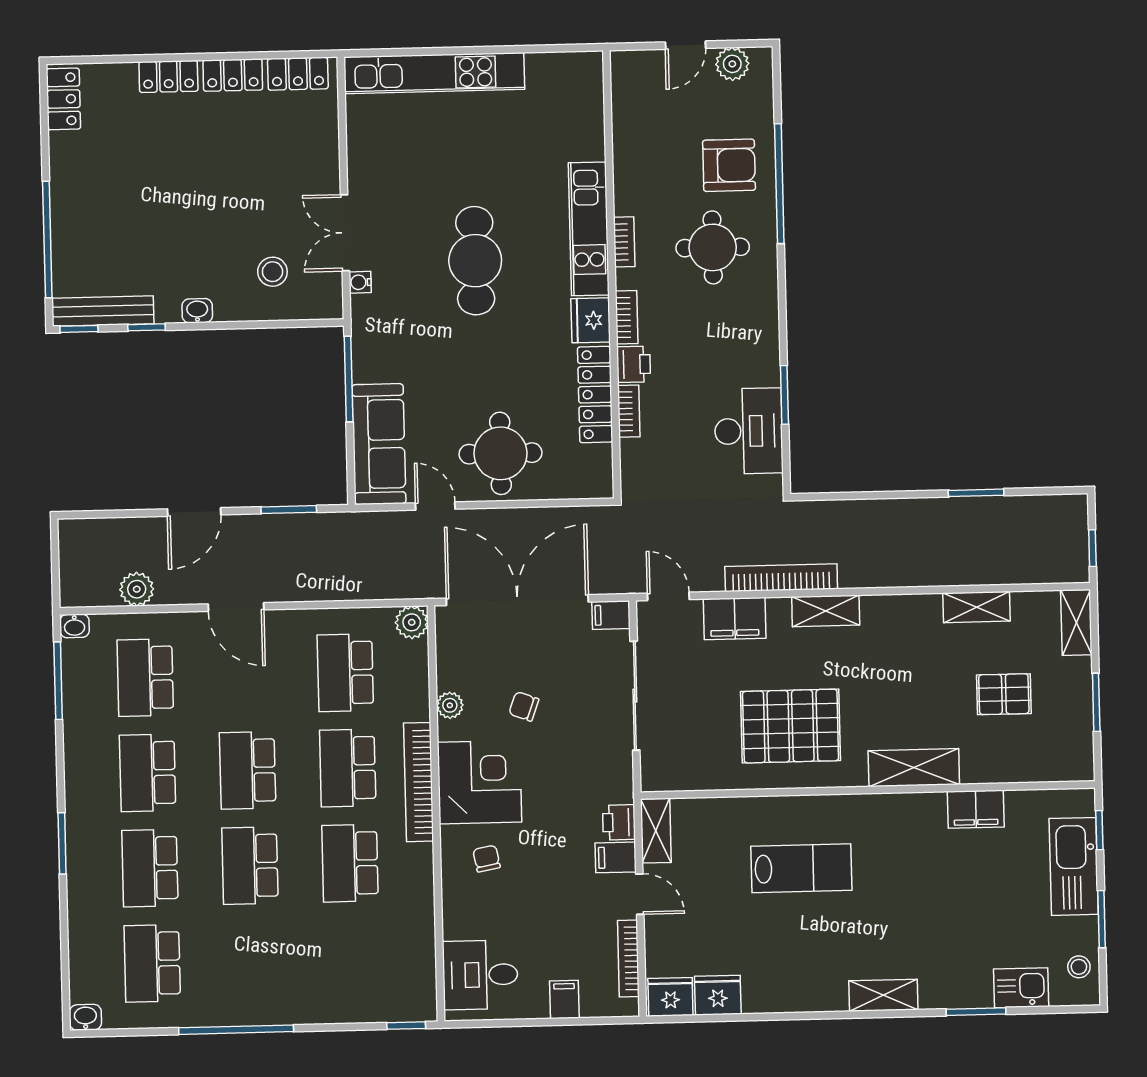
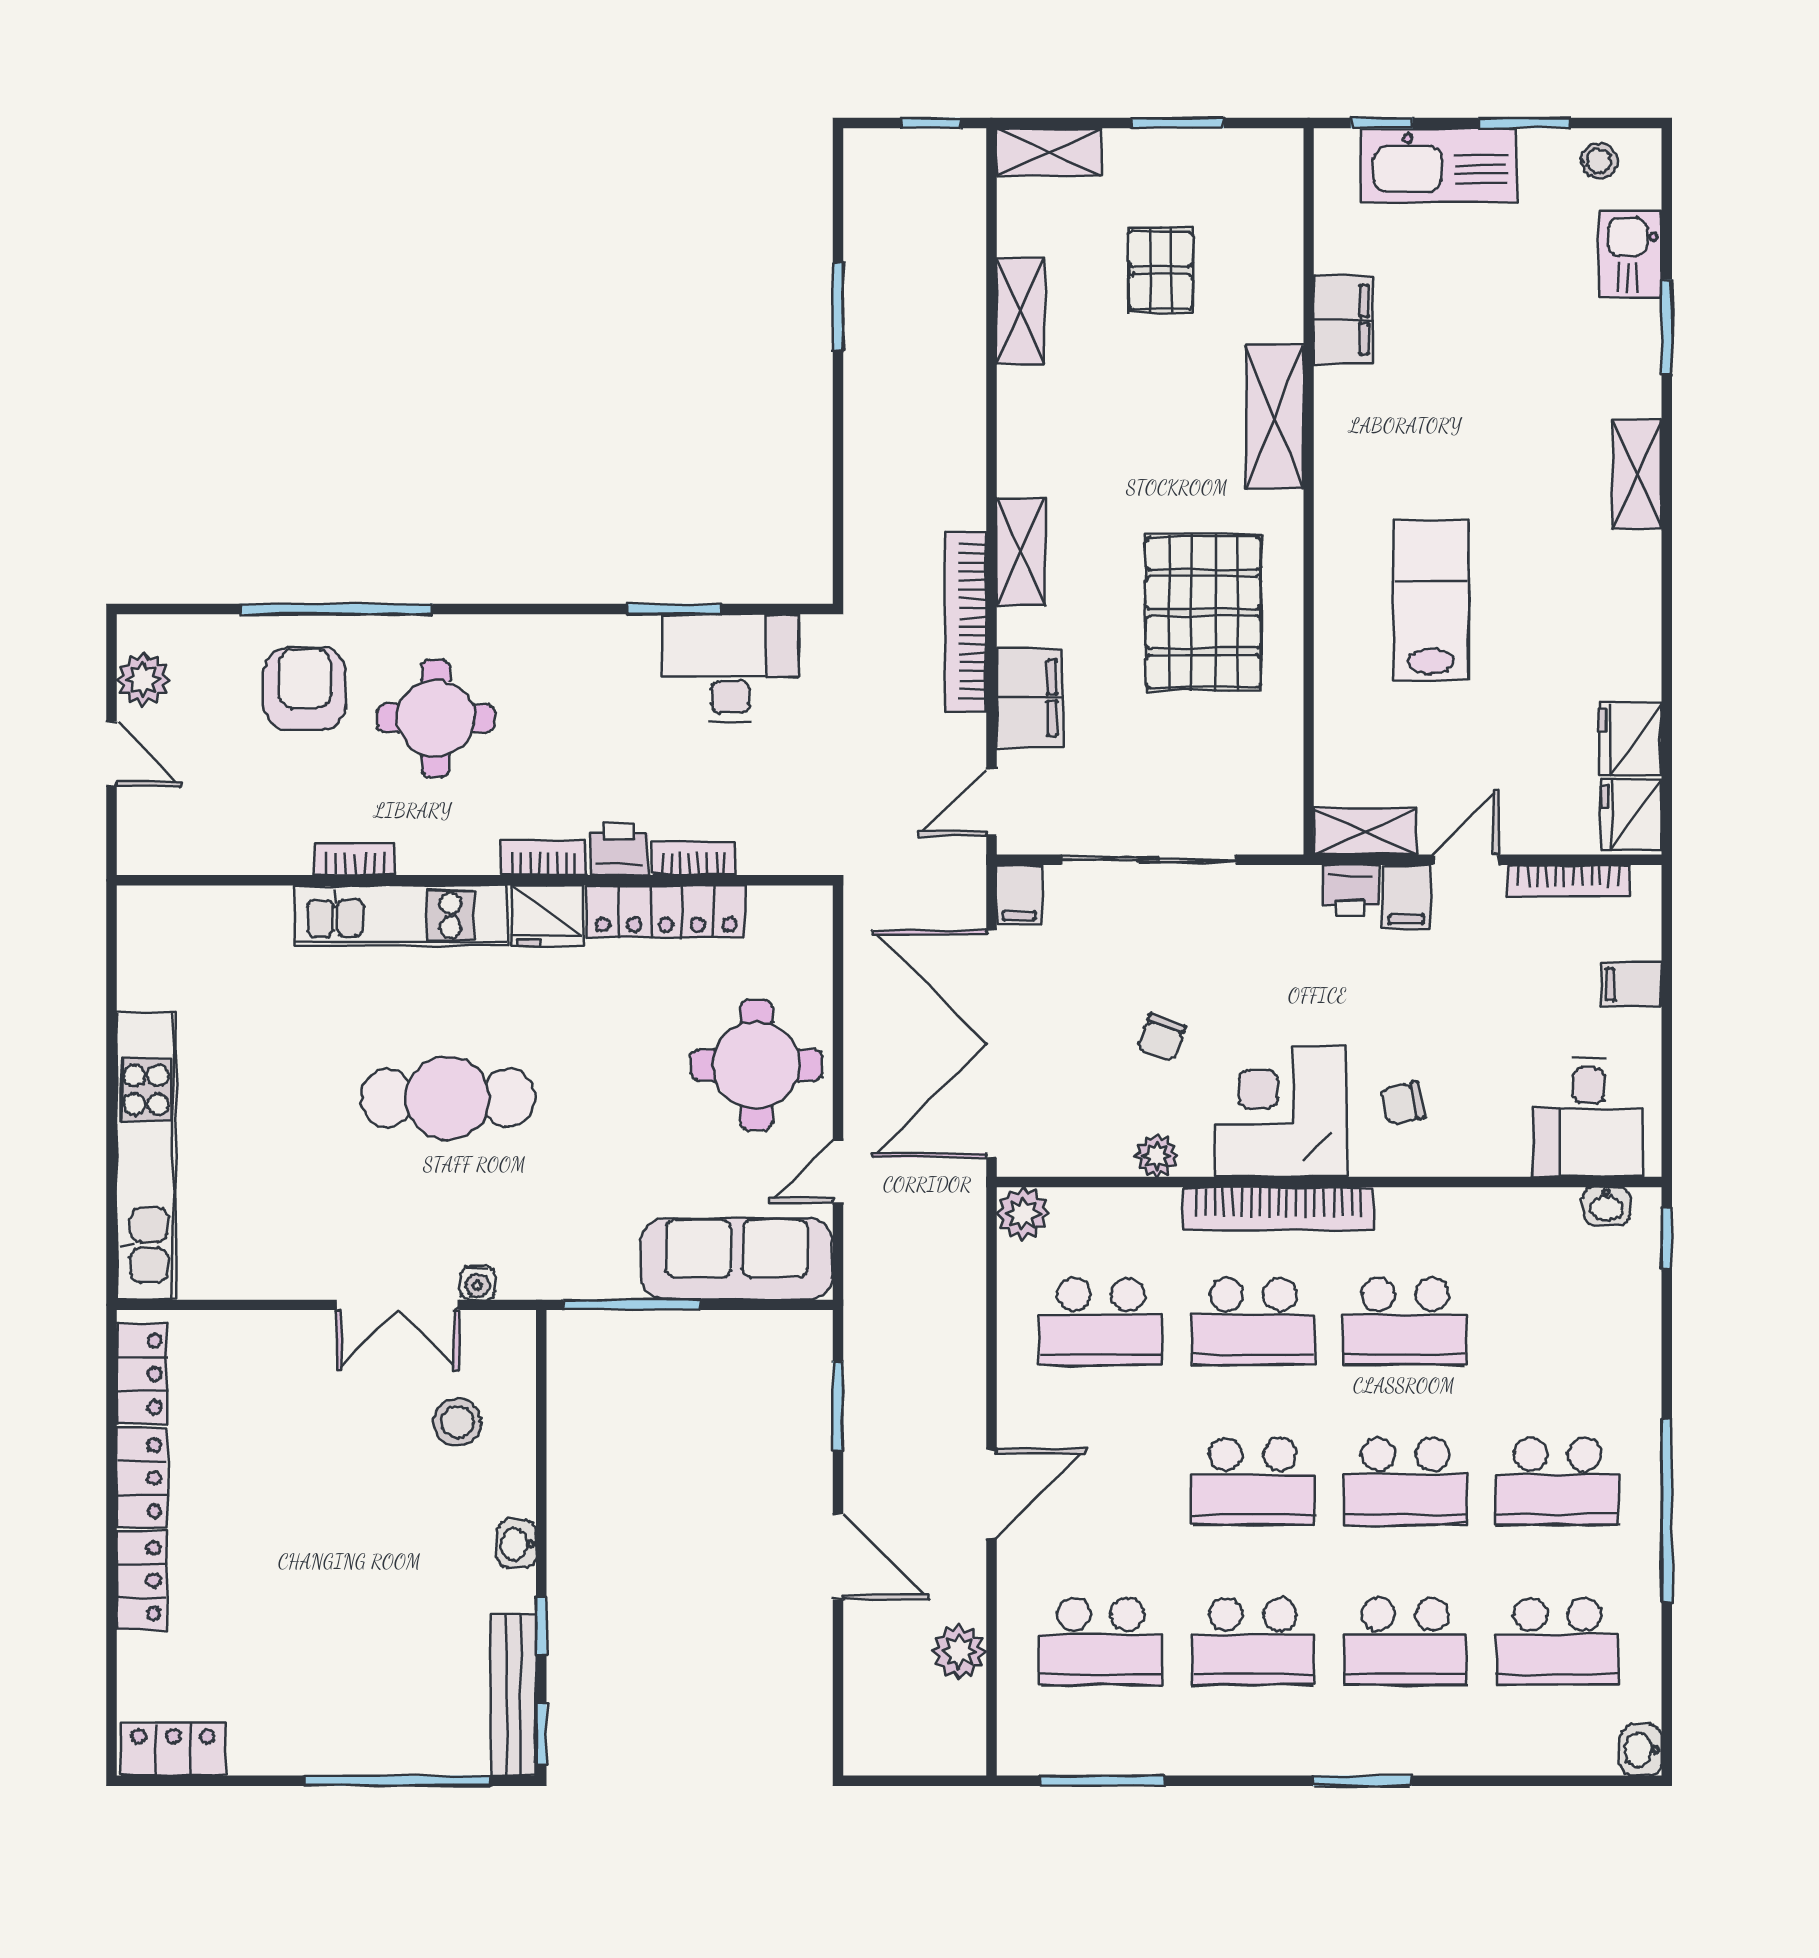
bookcase: (624, 242) -> (355, 859), moved
washbasin: (75, 626) -> (1606, 1206), moved, turned 90
school desk: (252, 961) -> (1557, 1481), added

